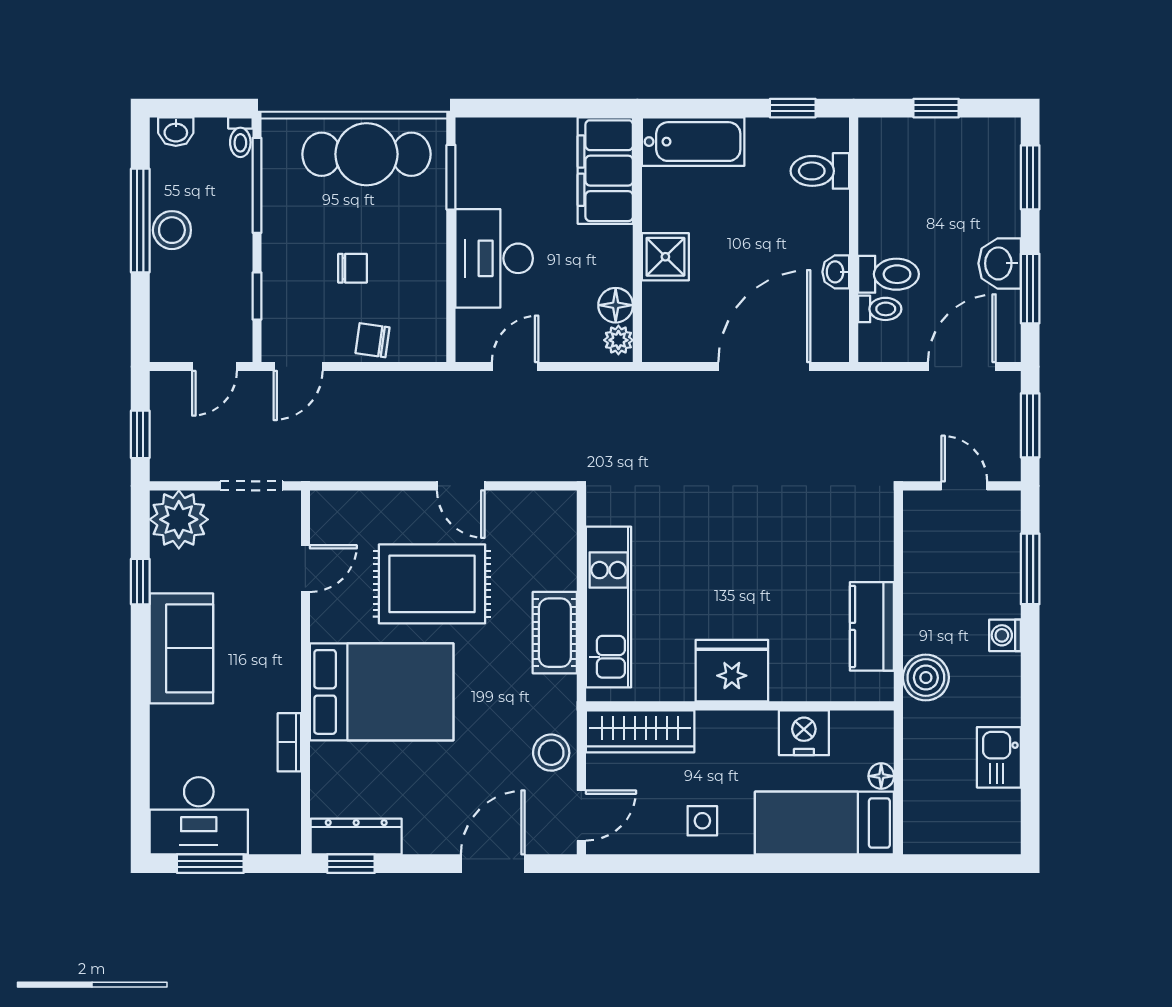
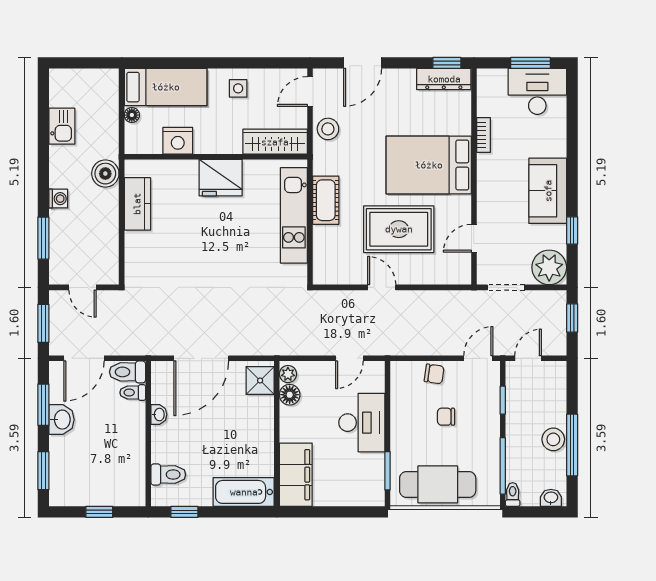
shower: (665, 257) -> (260, 380), moved
toilet: (889, 274) -> (128, 372), moved

